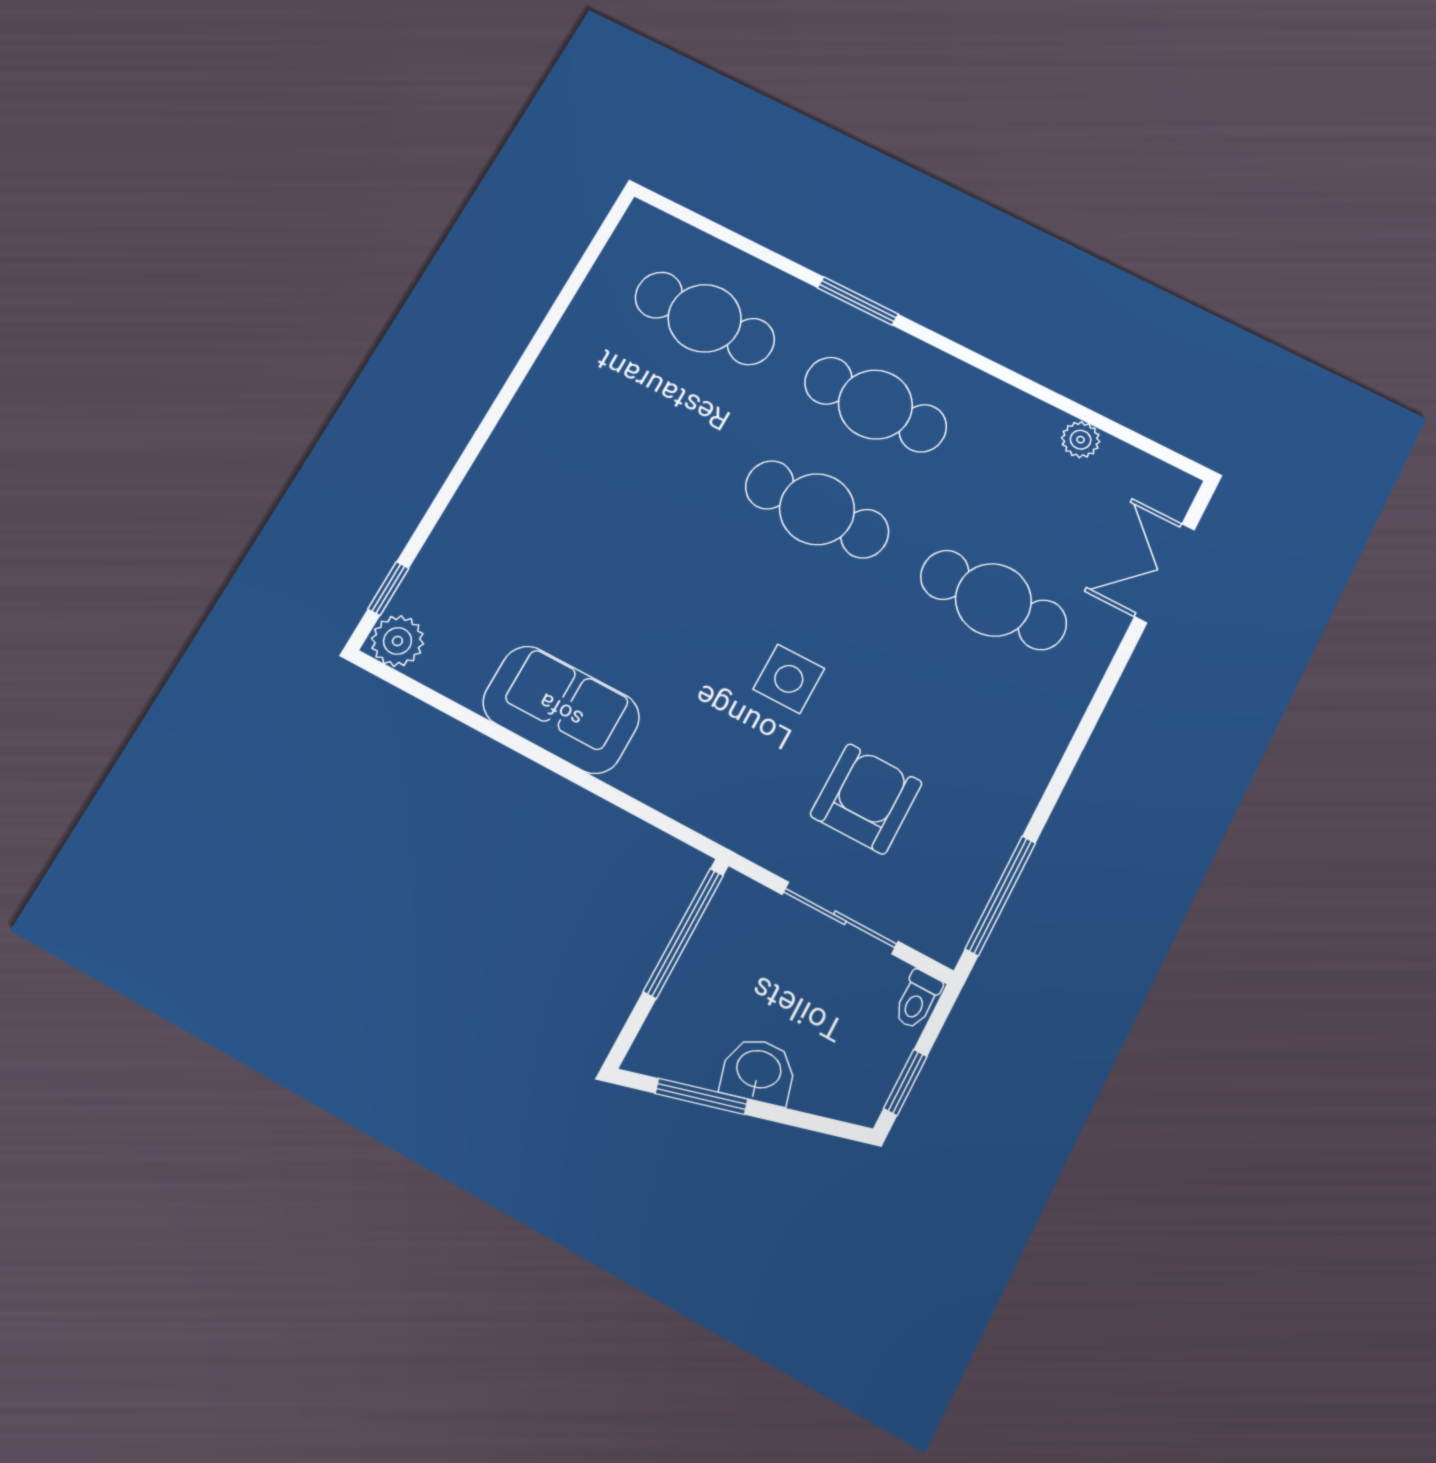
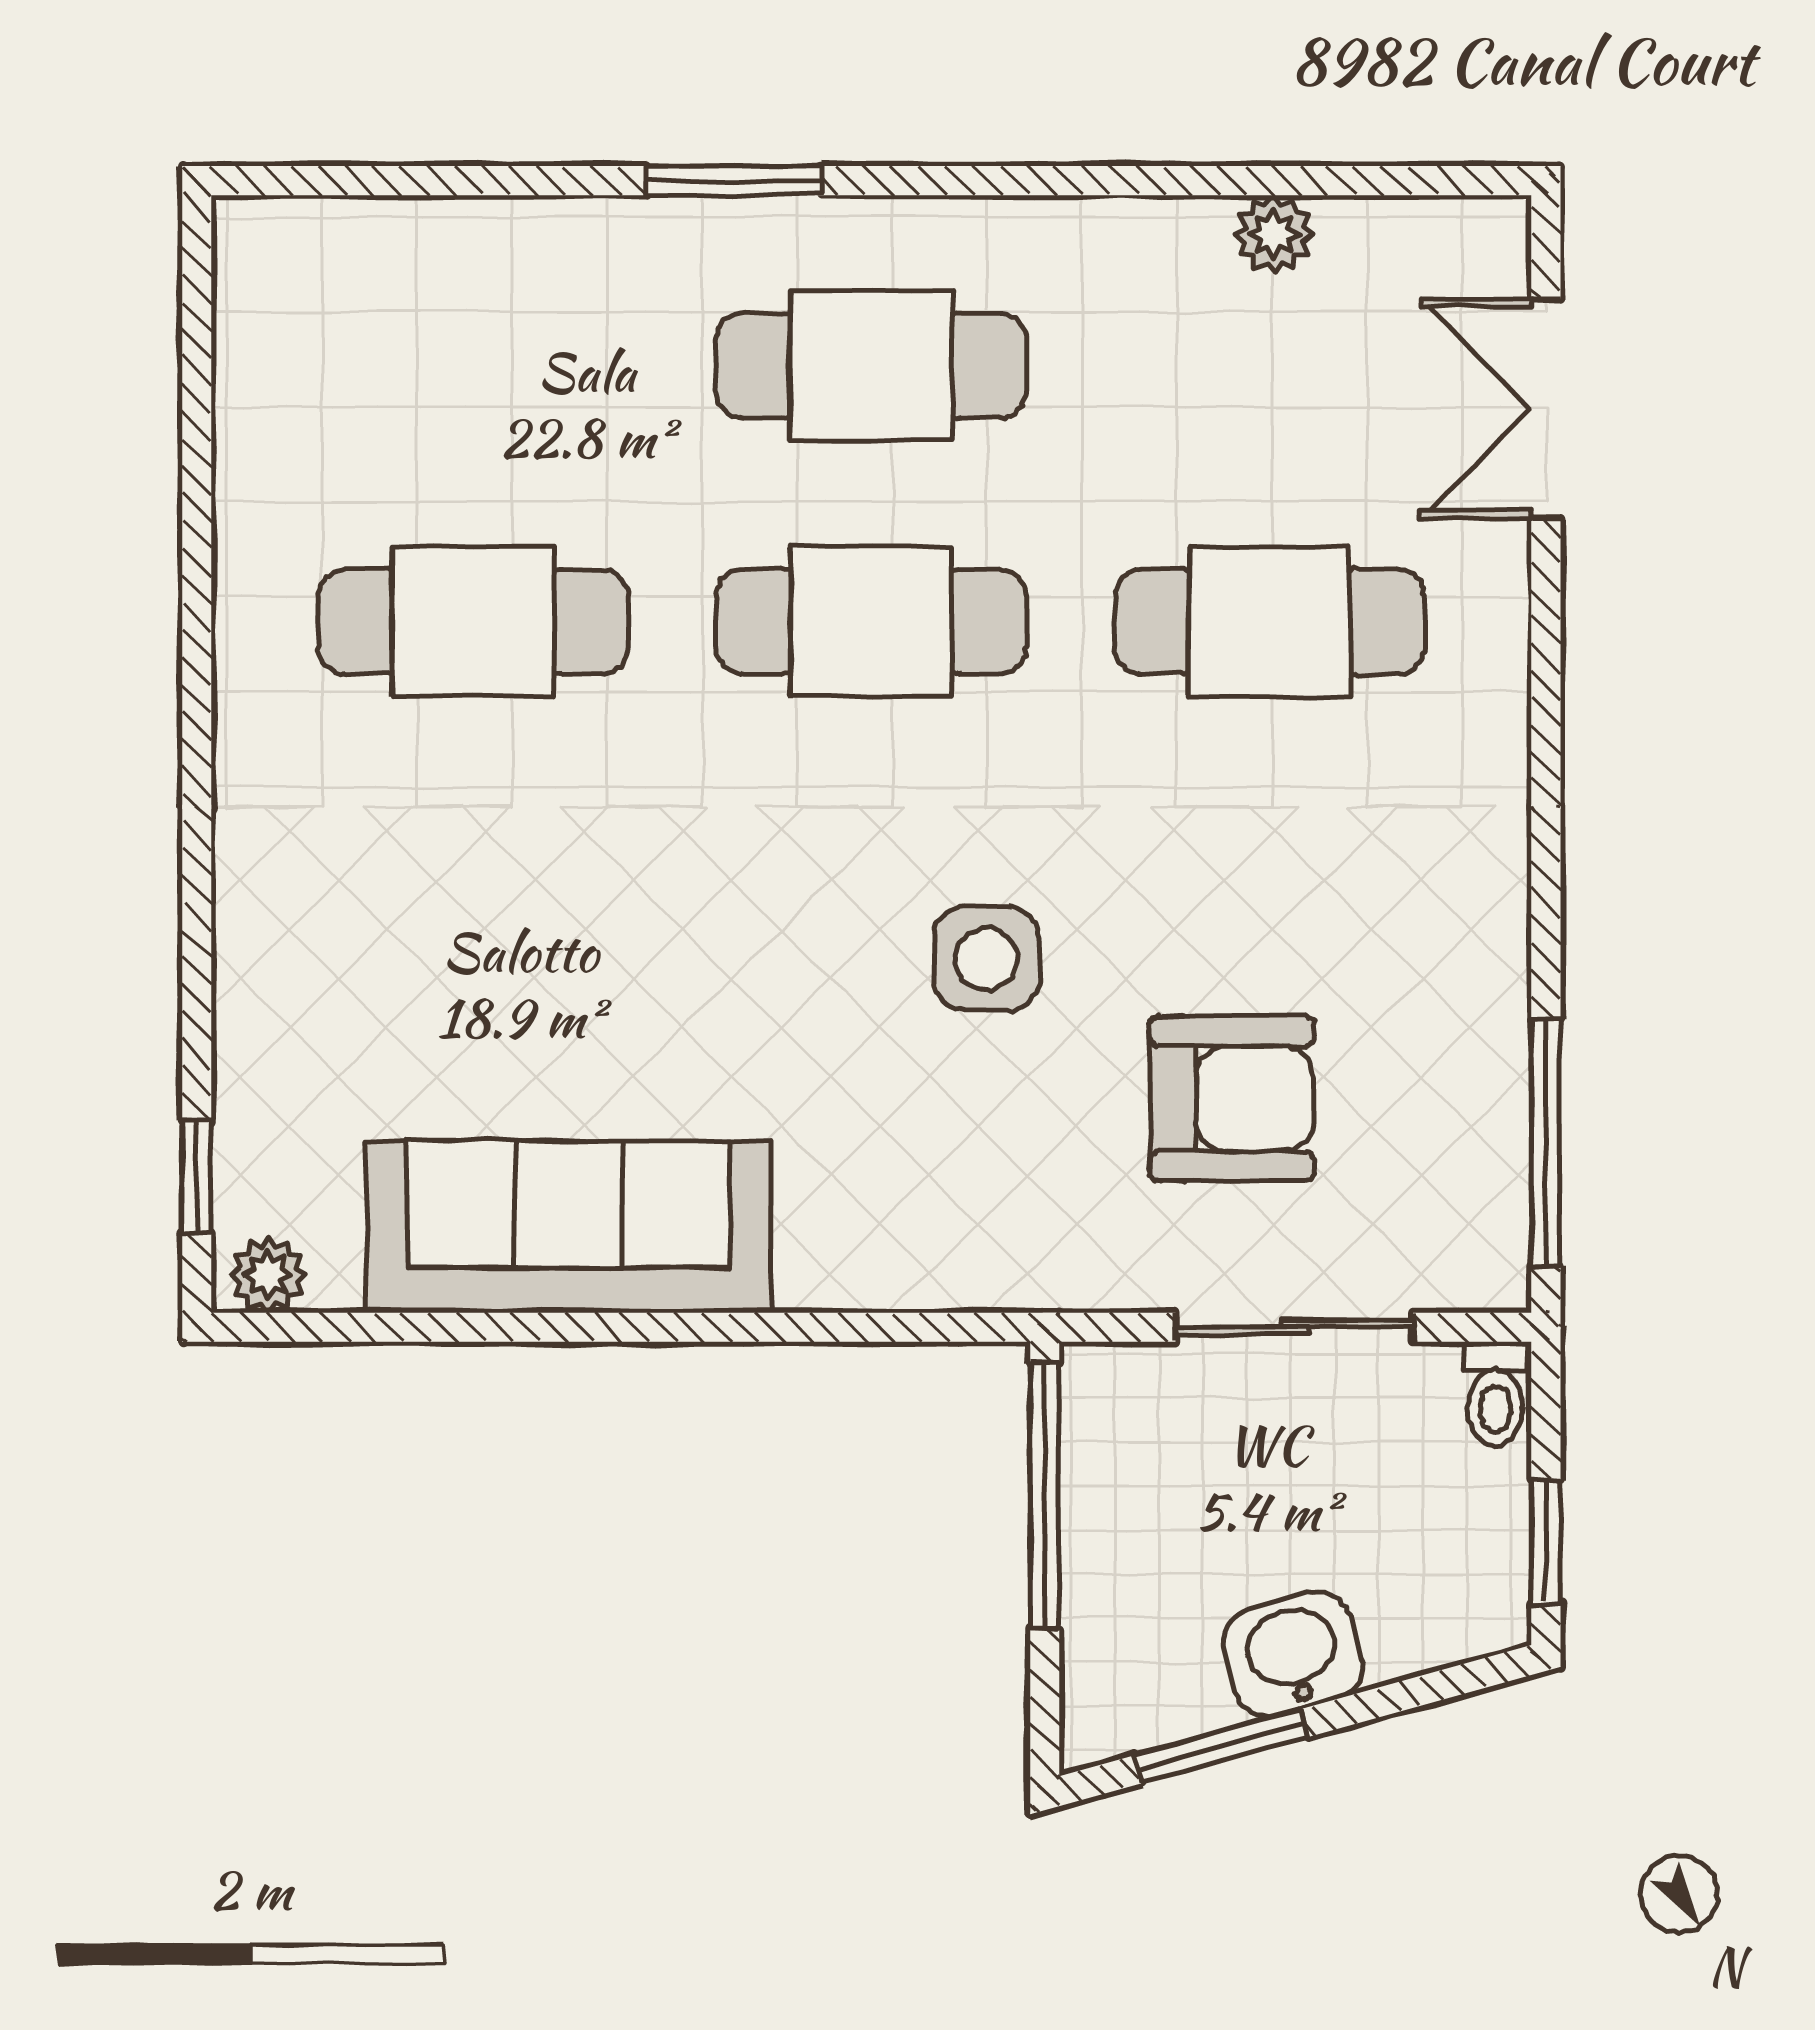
cafe table: (705, 318) -> (473, 622), moved
plant: (397, 641) -> (268, 1275), width x0.73, depth x0.73
sofa: (561, 710) -> (569, 1227), width x1.36
armchair: (866, 799) -> (1232, 1099), turned 90

